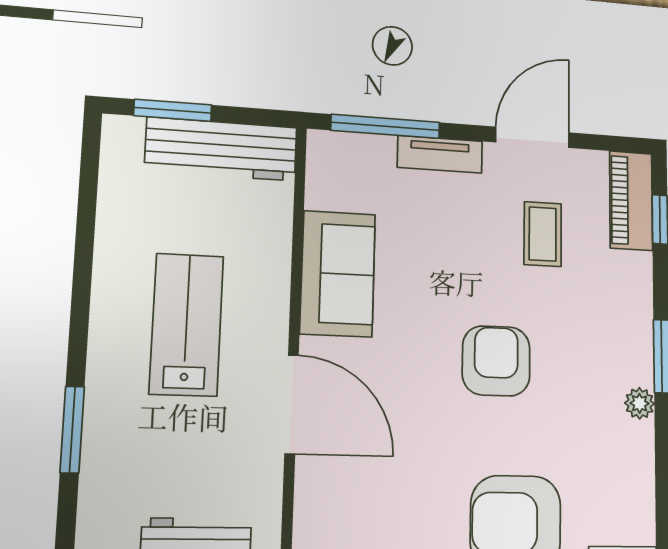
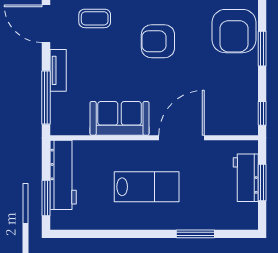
lab bench: (187, 325) -> (147, 187), turned 180

